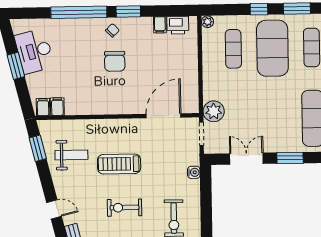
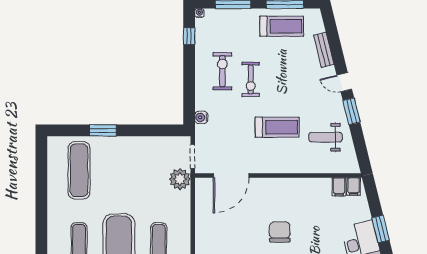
window: (38, 148) -> (351, 111), moved
double door: (246, 159) -> (147, 130), removed
exercise bike: (125, 208) -> (251, 79), moved, turned 90

